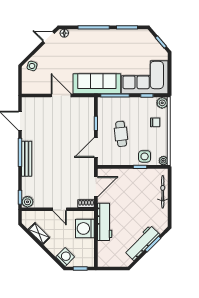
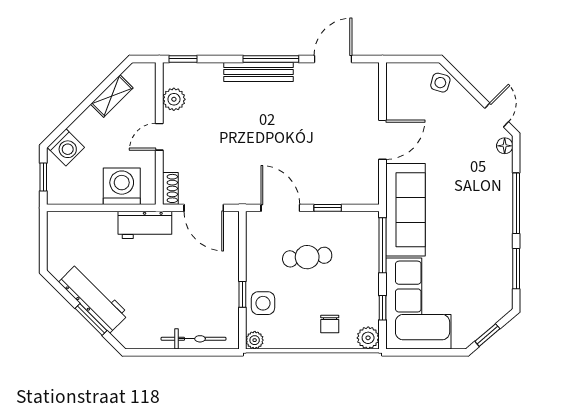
plant: (27, 202) -> (174, 99), moved
workbench: (105, 222) -> (145, 225), width x0.73

